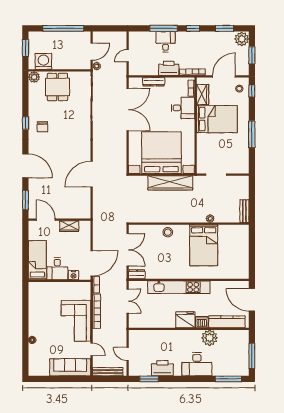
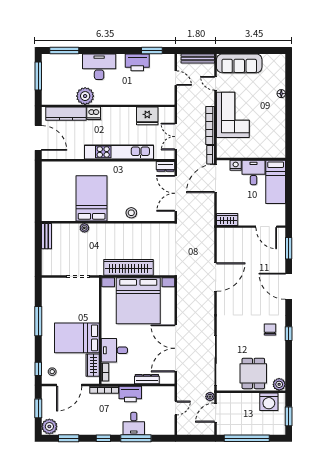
wardrobe: (69, 226) -> (227, 219), moved
fridge: (185, 320) -> (147, 116), moved

